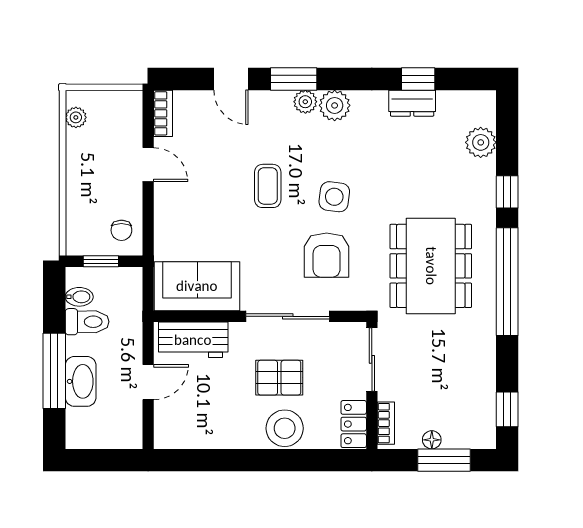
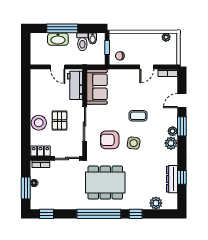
dresser: (412, 103) -> (172, 179), width x1.44

